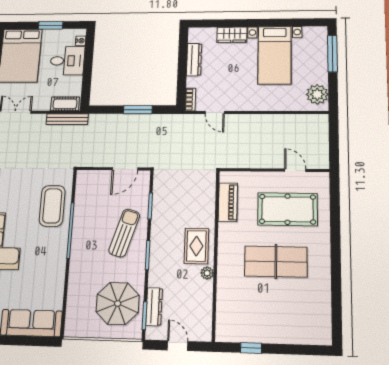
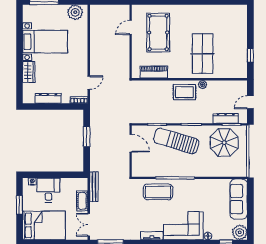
cot: (65, 104) -> (82, 201), moved
sun lounger: (124, 233) -> (176, 141), width x1.36, depth x1.34
table tennis table: (276, 262) -> (203, 54), moved

